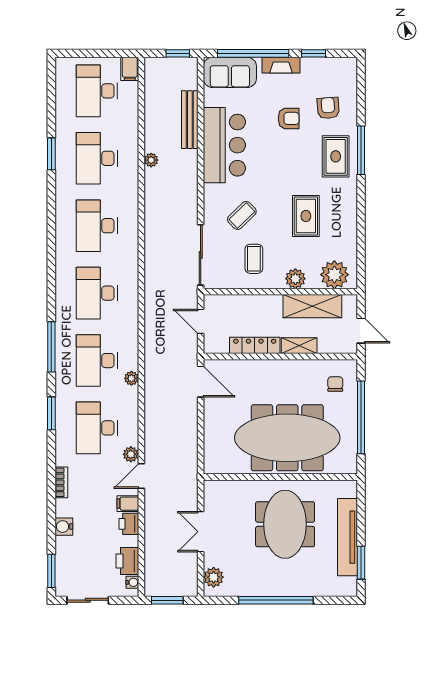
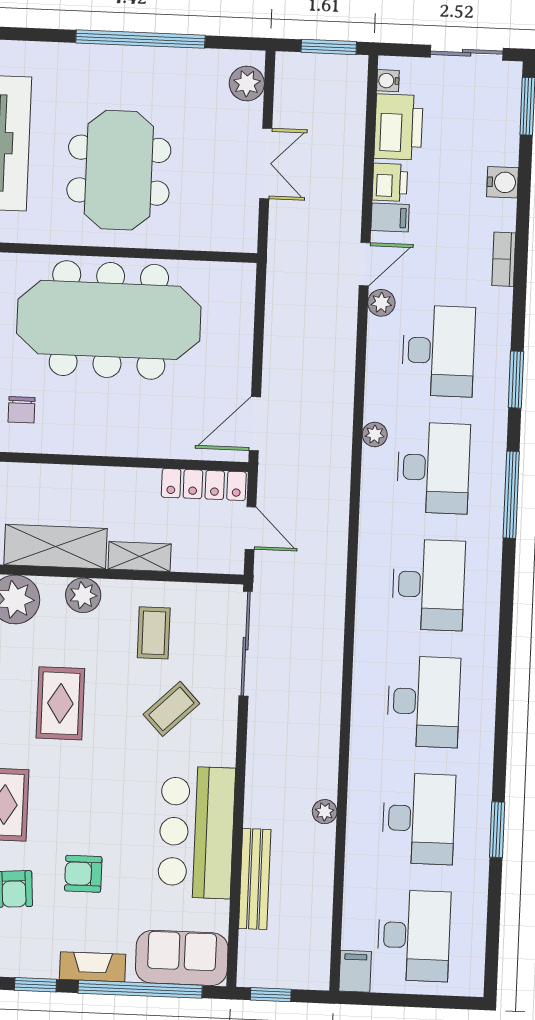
locker: (255, 345) -> (204, 485), moved
shelving: (299, 346) -> (140, 557), moved
door: (201, 382) -> (255, 424), hinge flipped
printer: (127, 561) -> (398, 127), width x1.37, depth x1.19

